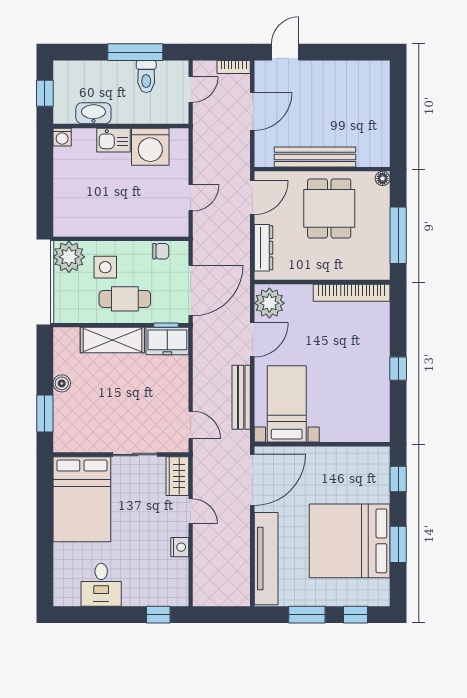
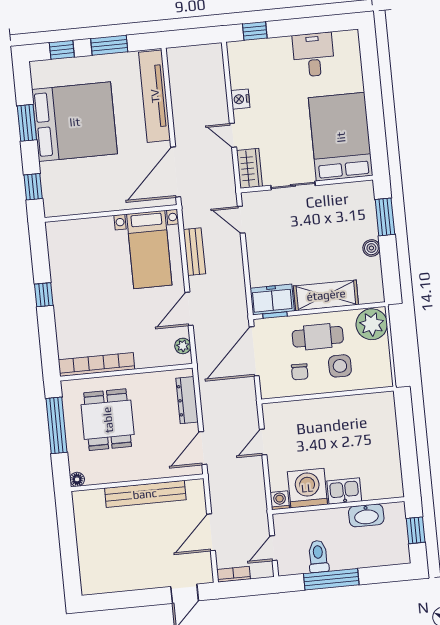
washing machine: (62, 137) -> (280, 500), moved
dining table: (329, 208) -> (108, 420), moved
chair: (161, 251) -> (300, 372), moved, turned -89
plant: (69, 257) -> (372, 324), moved
plant: (269, 303) -> (183, 346), width x0.53, depth x0.53
bench: (241, 397) -> (194, 252), width x0.73

